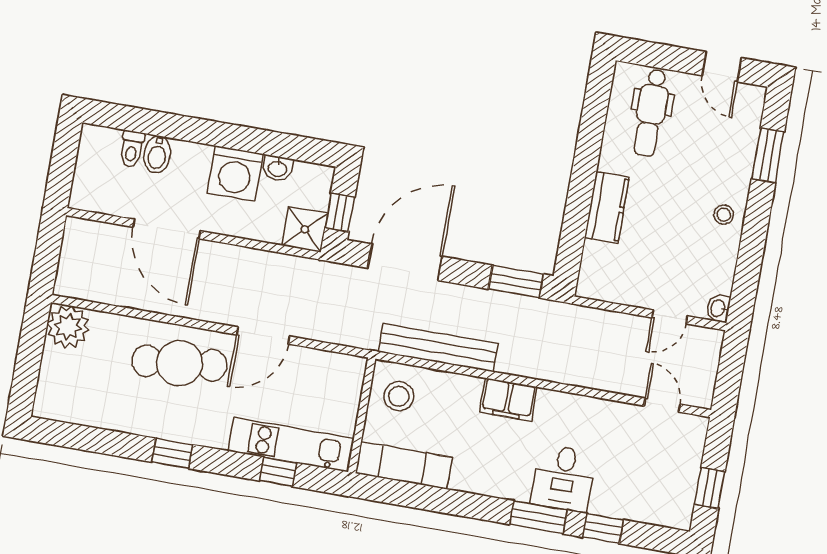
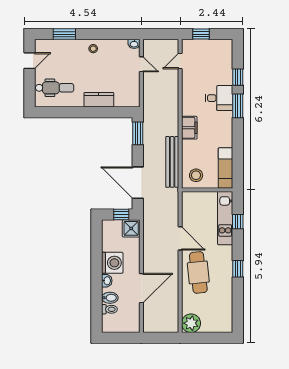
washbasin: (278, 168) -> (107, 281), moved
window: (710, 488) -> (201, 34), moved

